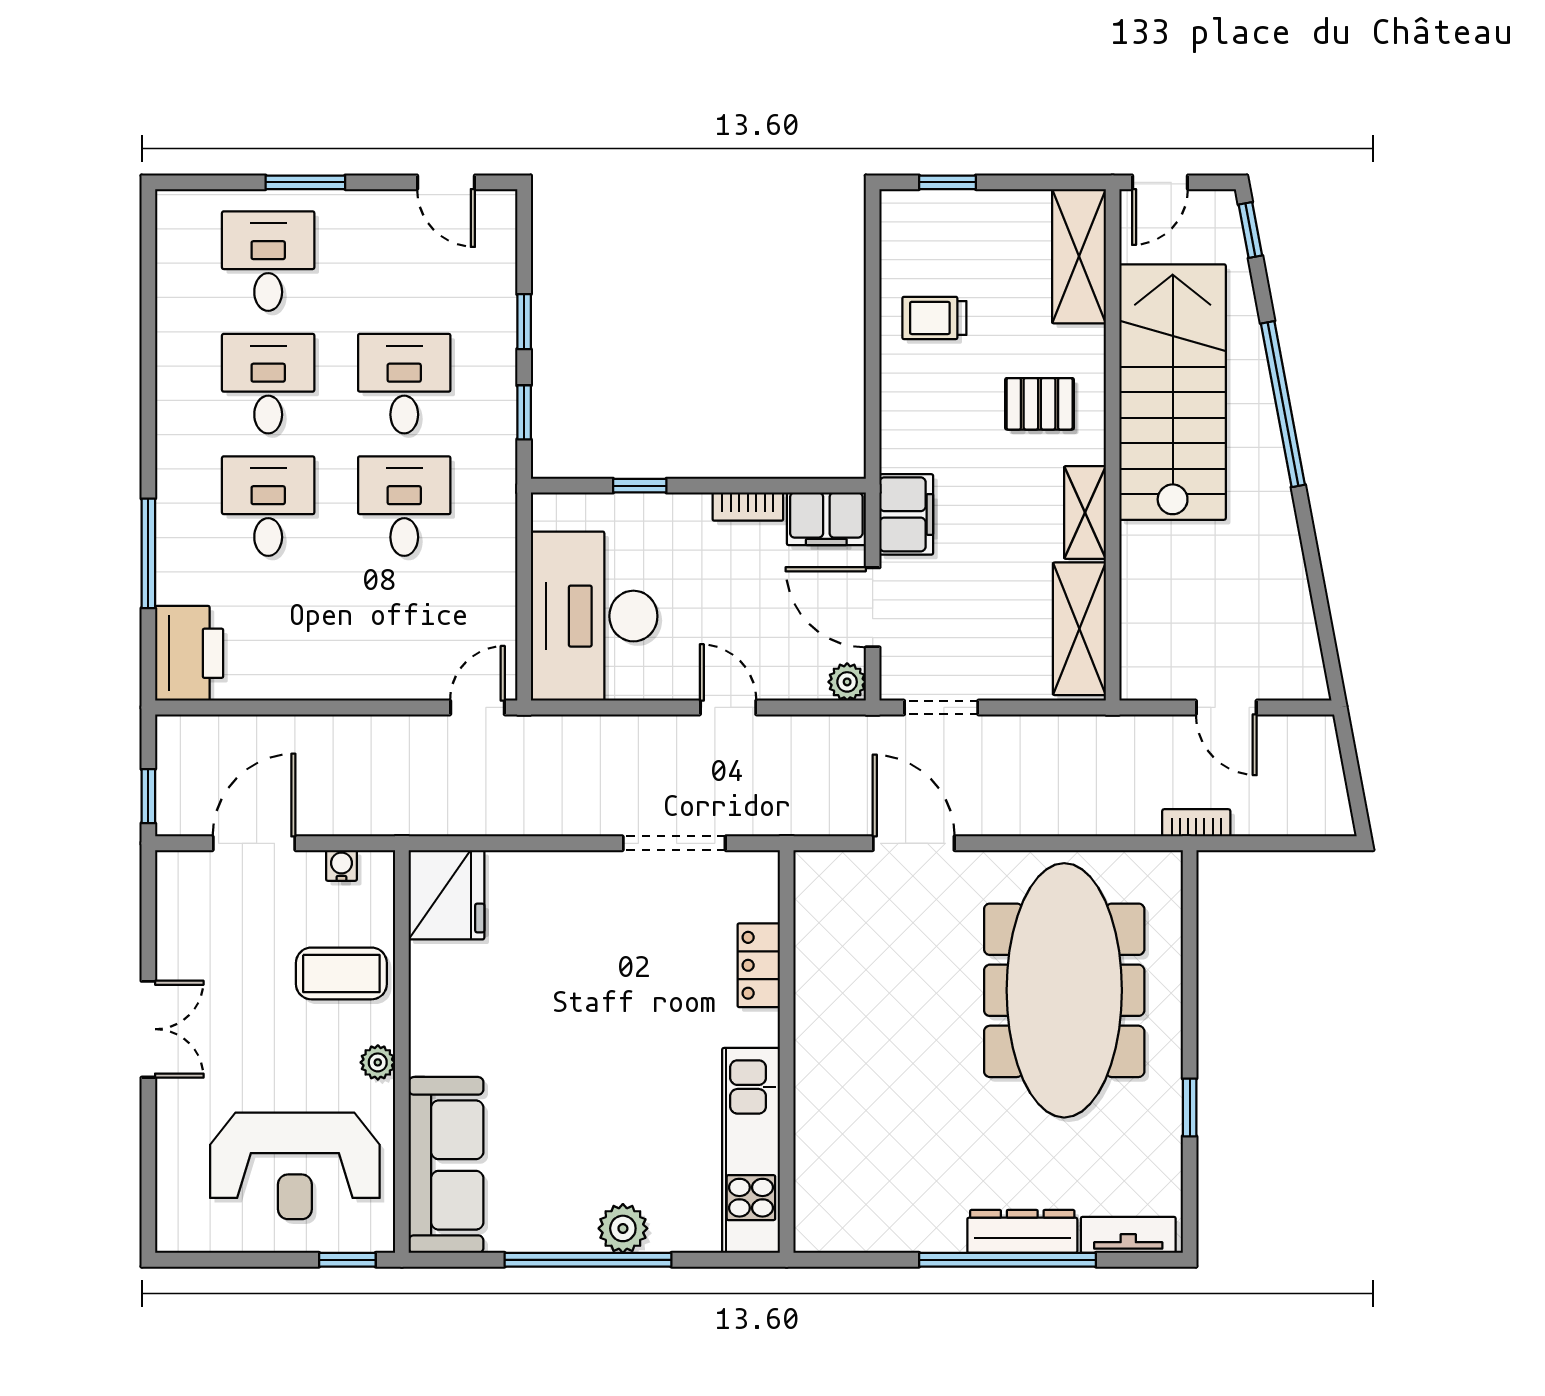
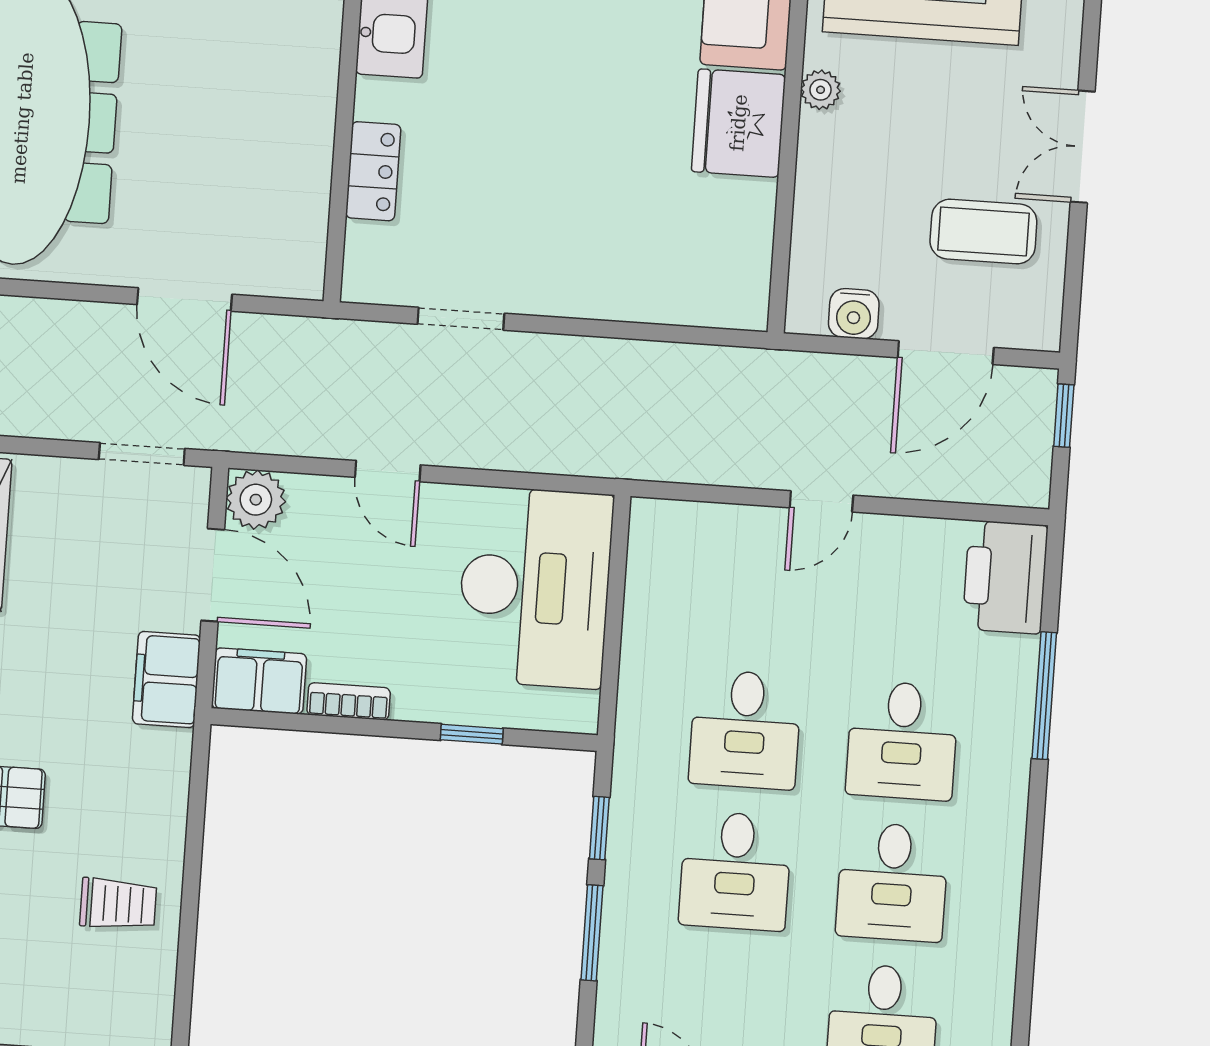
window: (524, 322) -> (592, 933), width x1.50
plant: (847, 682) -> (256, 500), width x1.38, depth x1.38
door: (477, 707) -> (821, 501), moved
doorway: (674, 843) -> (461, 319), width x0.73
water cooler: (341, 865) -> (854, 314), width x1.38, depth x1.38
fridge: (446, 895) -> (739, 123), moved
coffee table: (341, 973) -> (983, 232), moved

